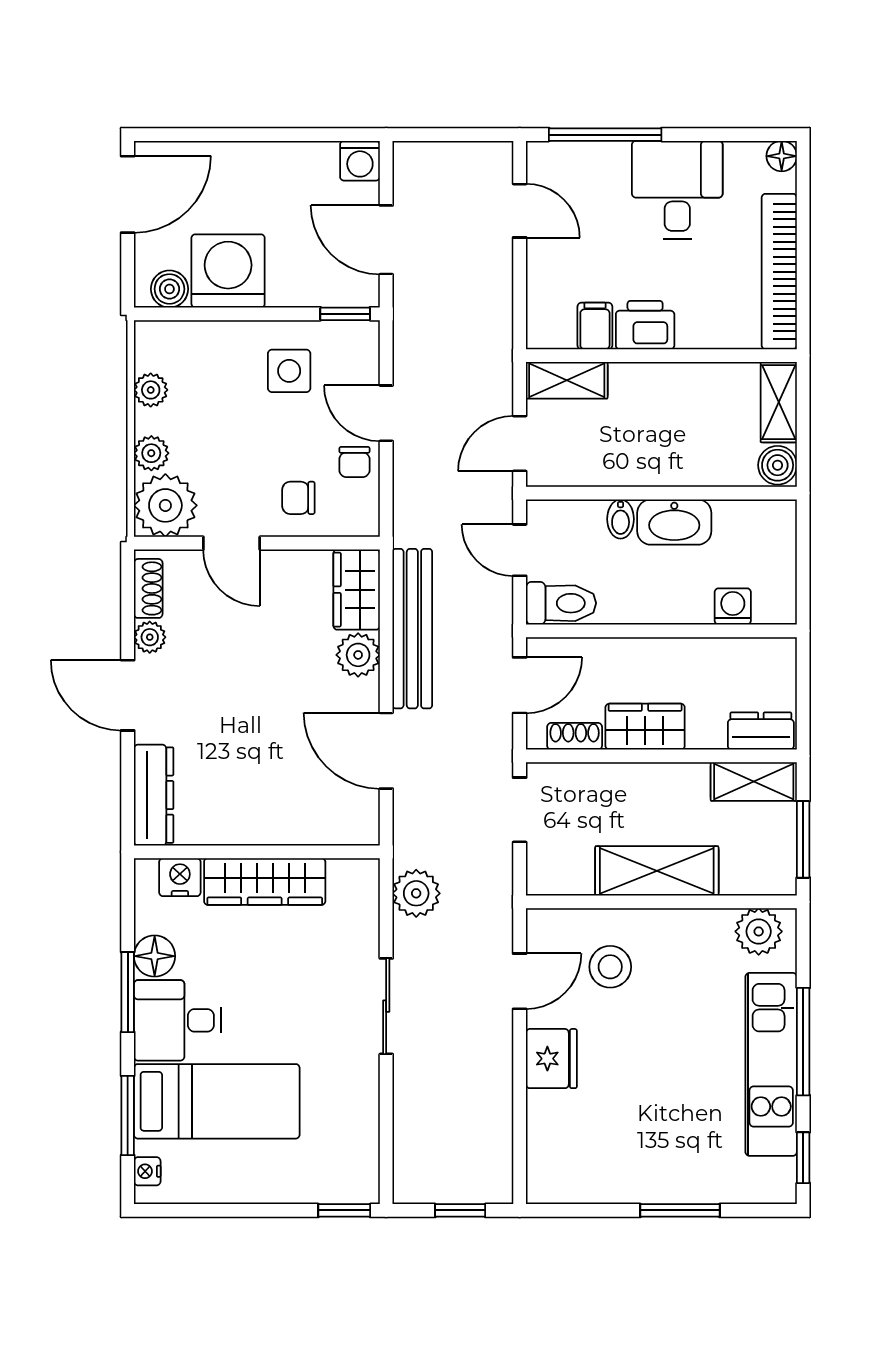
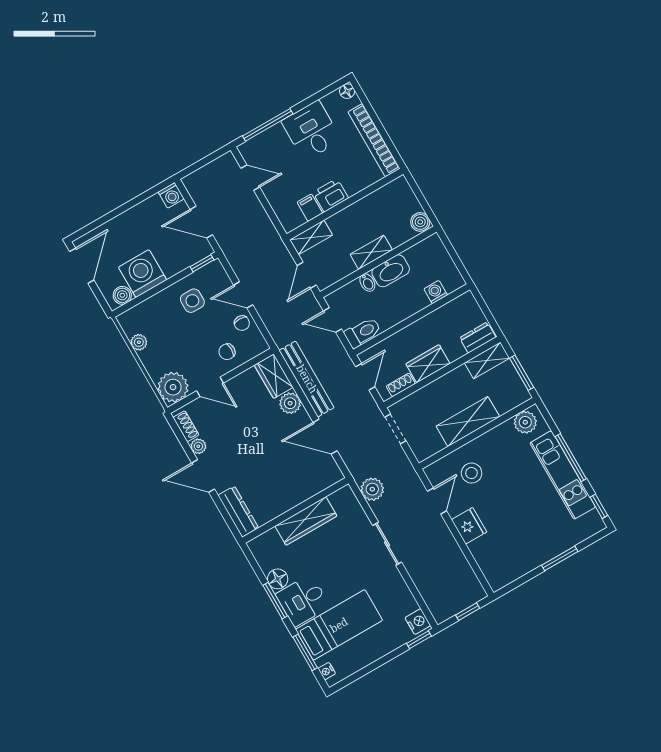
shelving: (779, 402) -> (371, 252), moved, turned 90
plant: (151, 453) -> (154, 369), removed
nightstand: (180, 877) -> (418, 622), moved, turned 90

